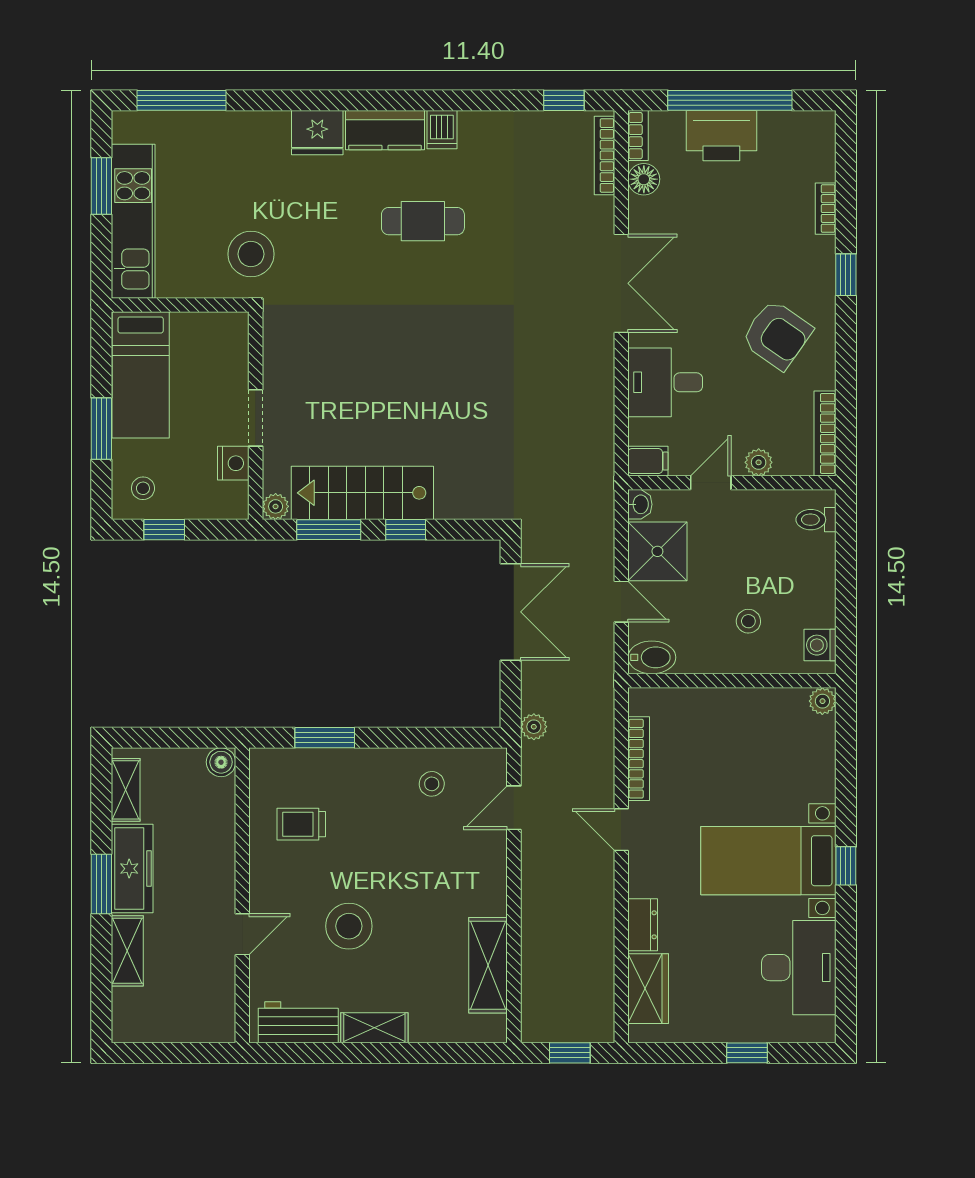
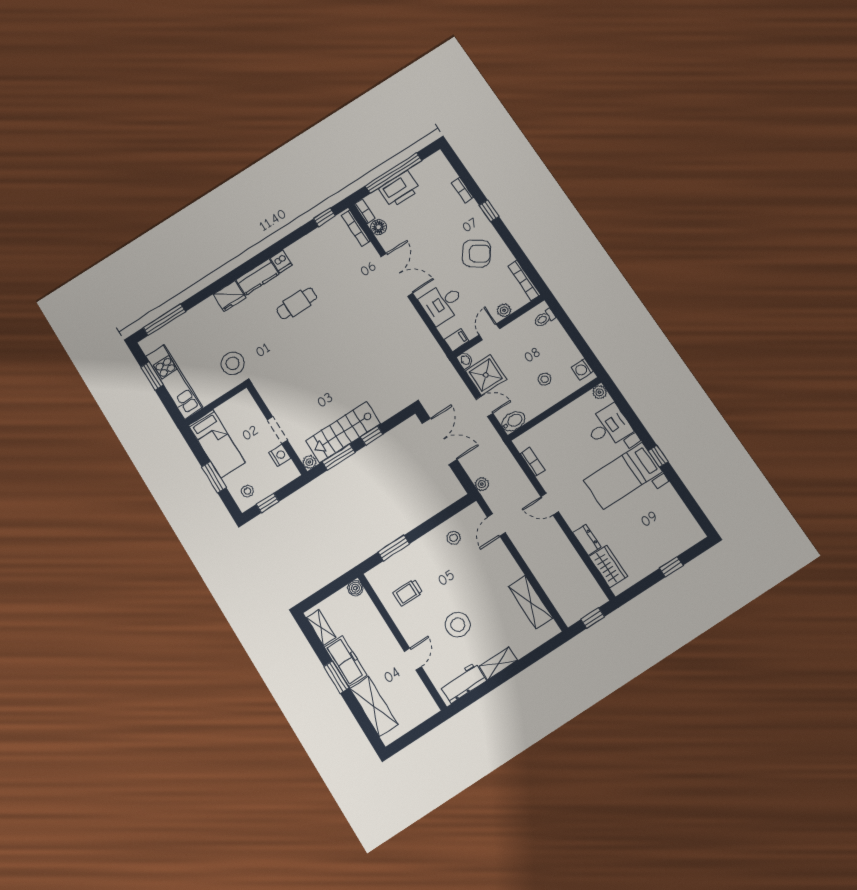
bookcase: (639, 759) -> (532, 462), width x0.64
shelving: (127, 951) -> (374, 706), width x1.50, depth x1.33
desk: (799, 968) -> (608, 427), moved, width x0.73

